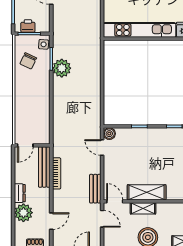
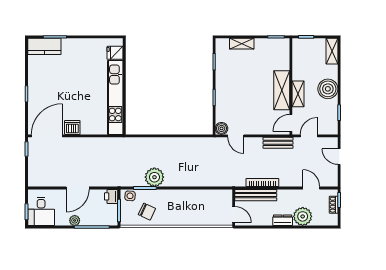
printer: (28, 26) -> (111, 196), moved
door: (102, 148) -> (236, 136), hinge flipped

